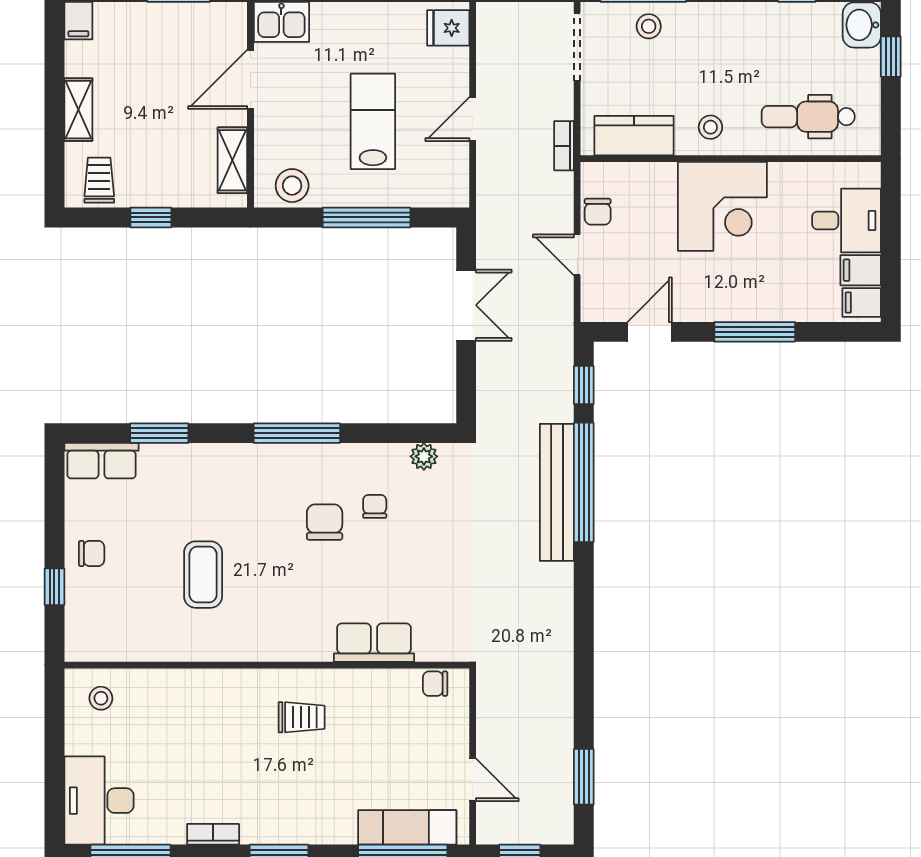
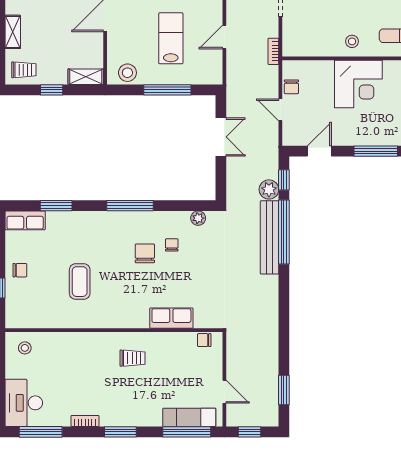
kitchen counter: (634, 136) -> (311, 46), removed
shelving: (232, 160) -> (86, 77), moved, turned 90
trolley: (99, 180) -> (24, 70), turned 90
plant: (556, 403) -> (269, 189), added

